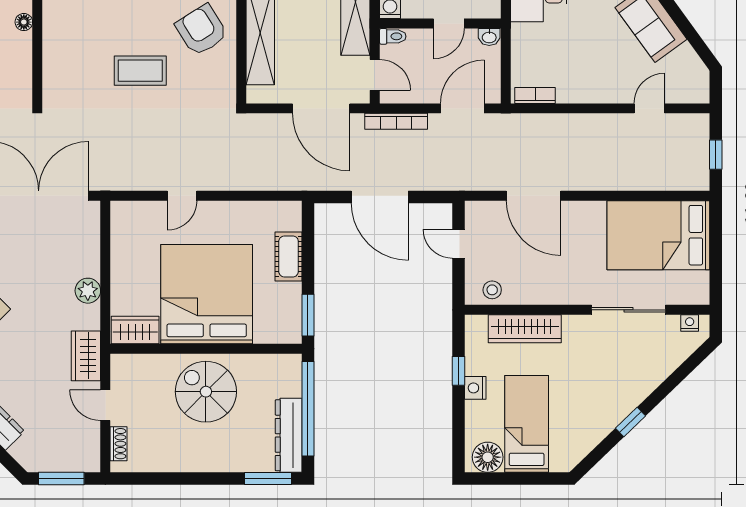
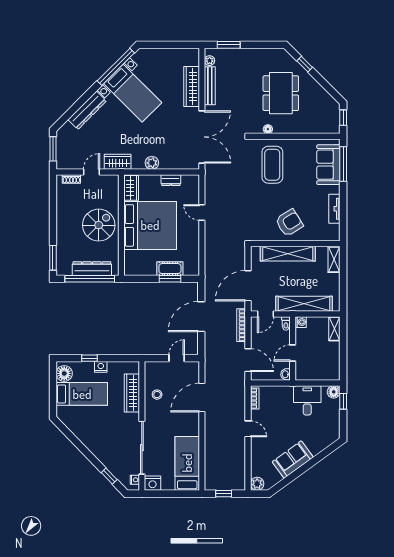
floor lamp: (24, 22) -> (268, 129), moved
door: (449, 23) -> (293, 353), hinge flipped
coffee table: (140, 71) -> (272, 165), moved, width x1.36, depth x1.32
plant: (697, 91) -> (257, 484), added
door: (649, 108) -> (248, 429), moved
bed: (658, 235) -> (187, 463), width x0.67
dresser: (121, 255) -> (171, 180), added
nightstand: (696, 289) -> (153, 483), added
stool: (492, 290) -> (157, 395), moved
sliding door: (628, 310) -> (142, 448), width x1.36
window: (308, 315) -> (170, 279), moved
window: (458, 371) -> (90, 358), moved
window: (630, 422) -> (109, 476), moved
dresser: (289, 435) -> (92, 269), moved

